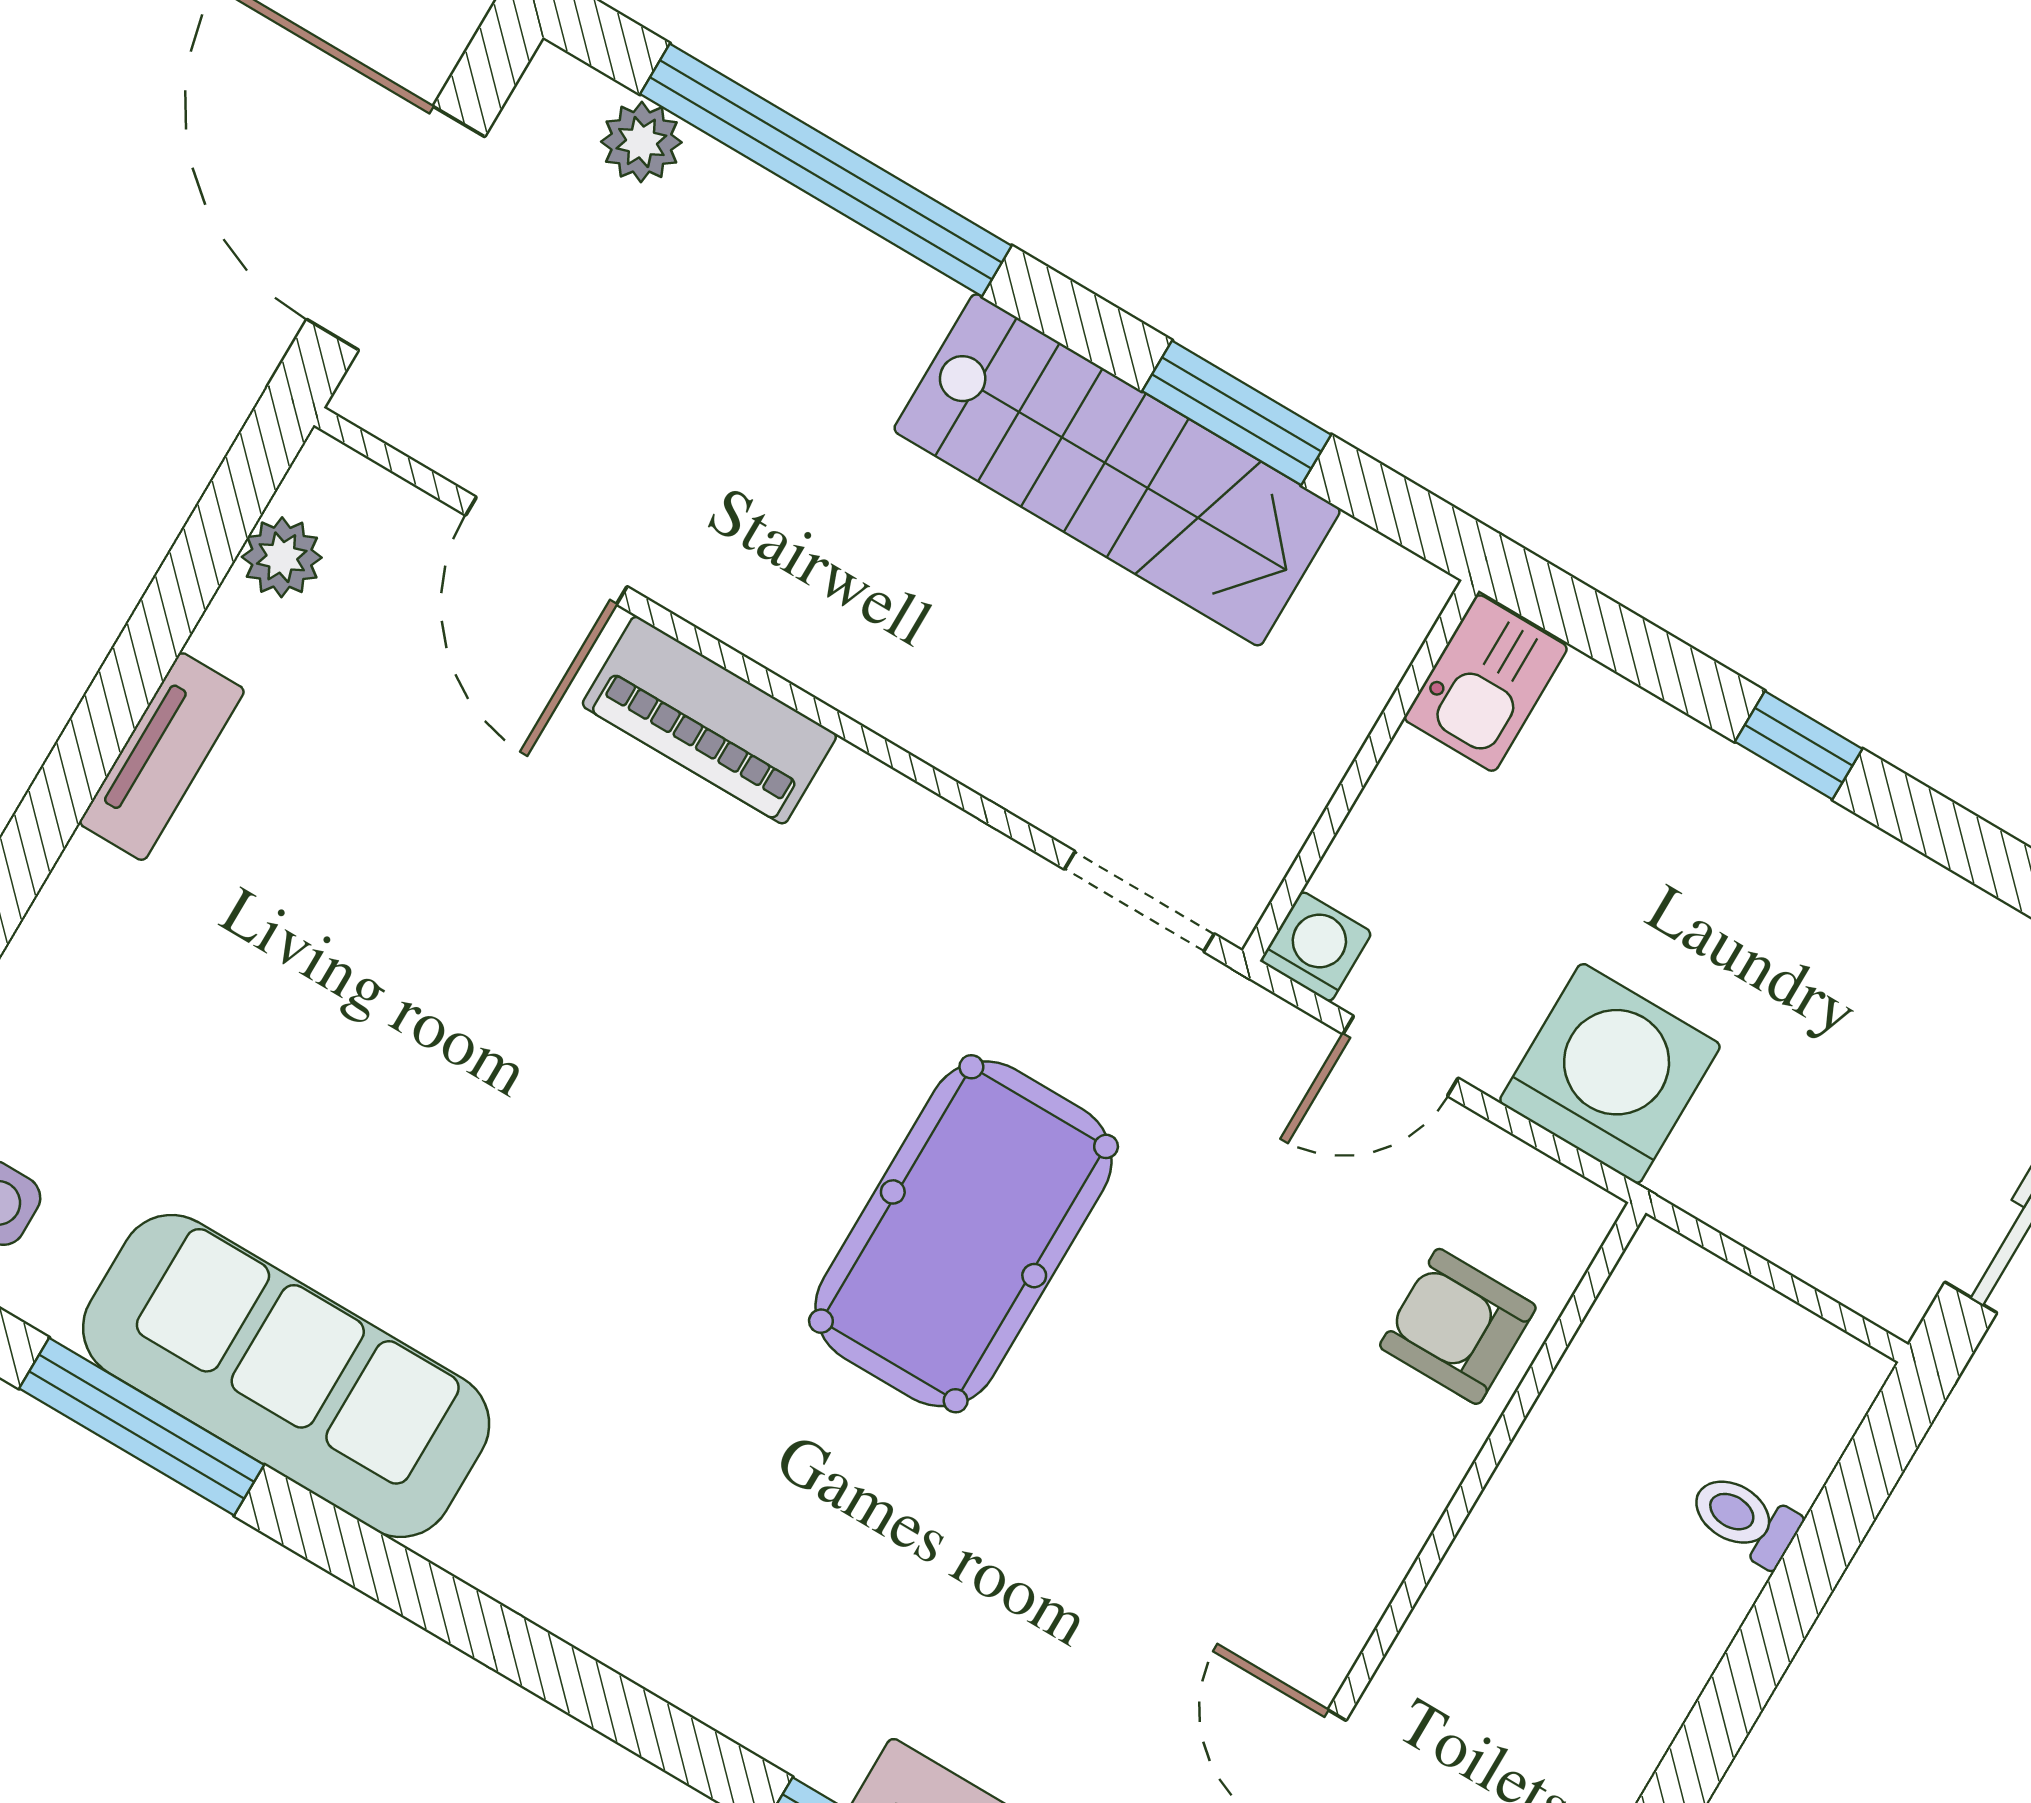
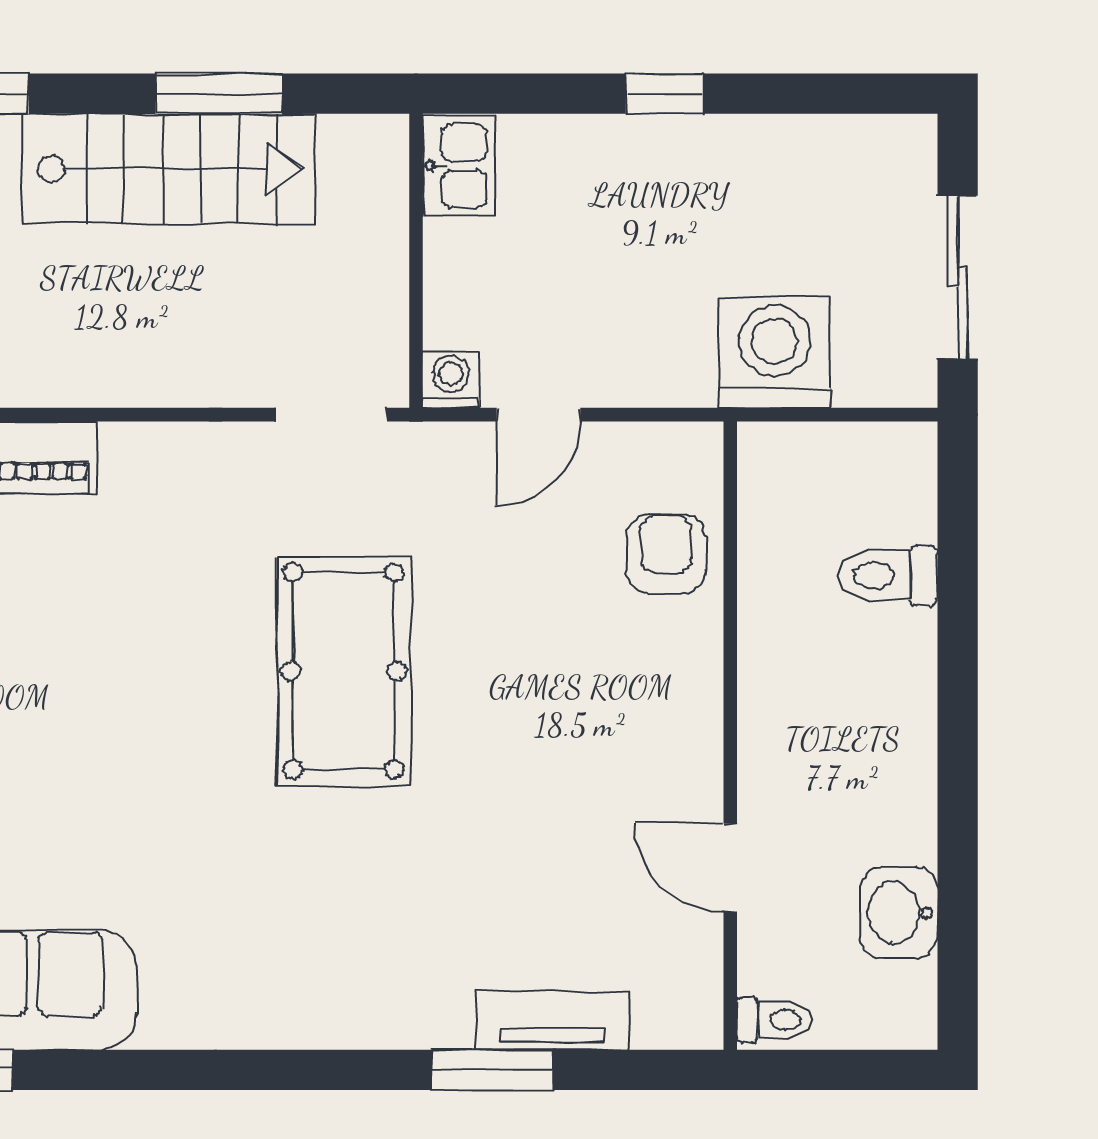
washing machine: (1610, 1073) -> (775, 352), moved
armchair: (1458, 1326) -> (666, 554), turned 90
toilet: (1745, 1519) -> (888, 575), width x1.37, depth x1.39

